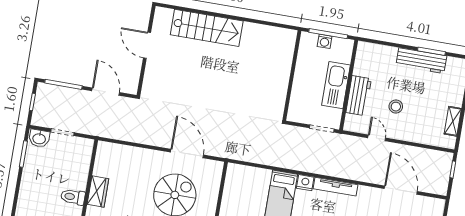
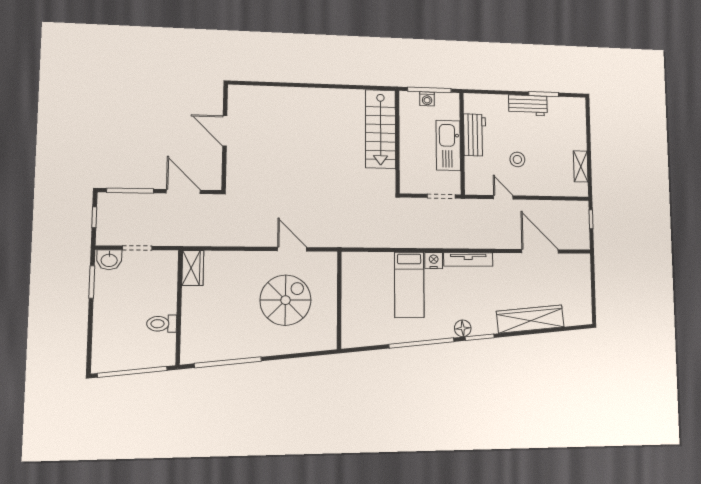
stairs: (207, 28) -> (381, 129), moved, turned 90
workbench: (421, 61) -> (528, 105), width x0.73
workbench: (359, 96) -> (475, 135), moved
door: (187, 154) -> (292, 249), width x0.73
wardrobe: (98, 192) -> (193, 268), moved

